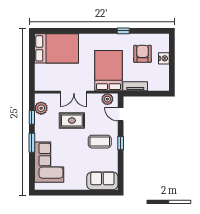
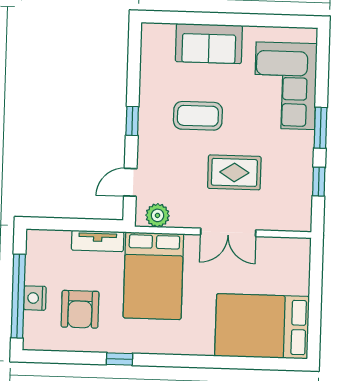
window: (172, 59) -> (18, 296), added
double door: (74, 92) -> (228, 232), swing flipped
plant: (41, 108) -> (299, 201), removed
door: (121, 114) -> (130, 182), swing flipped
coffee table: (100, 142) -> (198, 116), moved
sofa: (102, 181) -> (209, 43), moved

